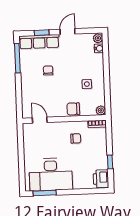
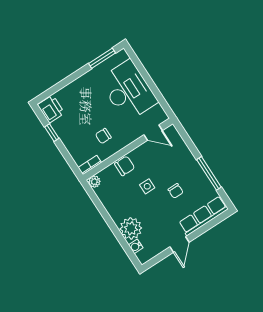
window: (42, 33) -> (206, 227), removed
plant: (98, 38) -> (131, 228), moved, width x1.88, depth x1.88
window: (17, 58) -> (209, 173), moved
side table: (87, 84) -> (147, 186), moved
desk: (51, 174) -> (128, 91), moved, turned 90

